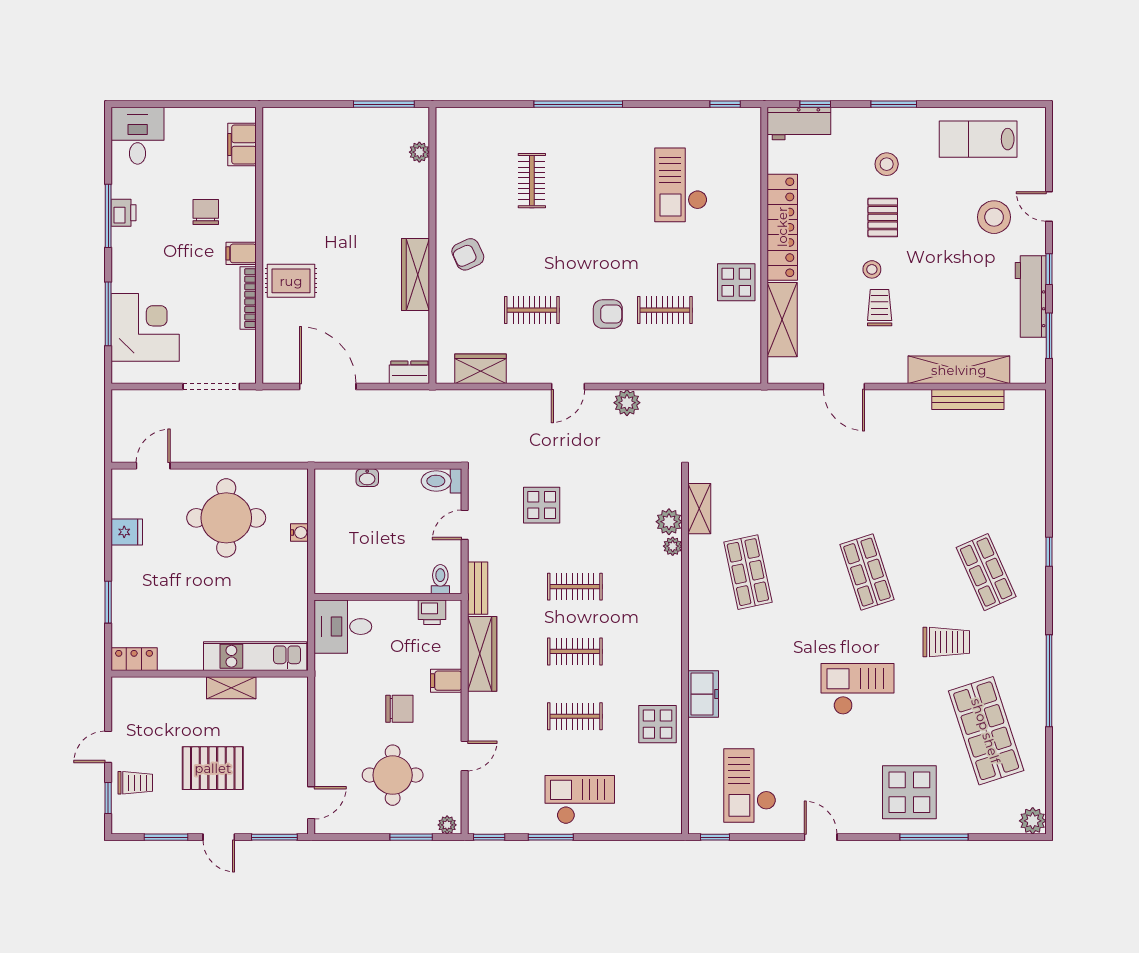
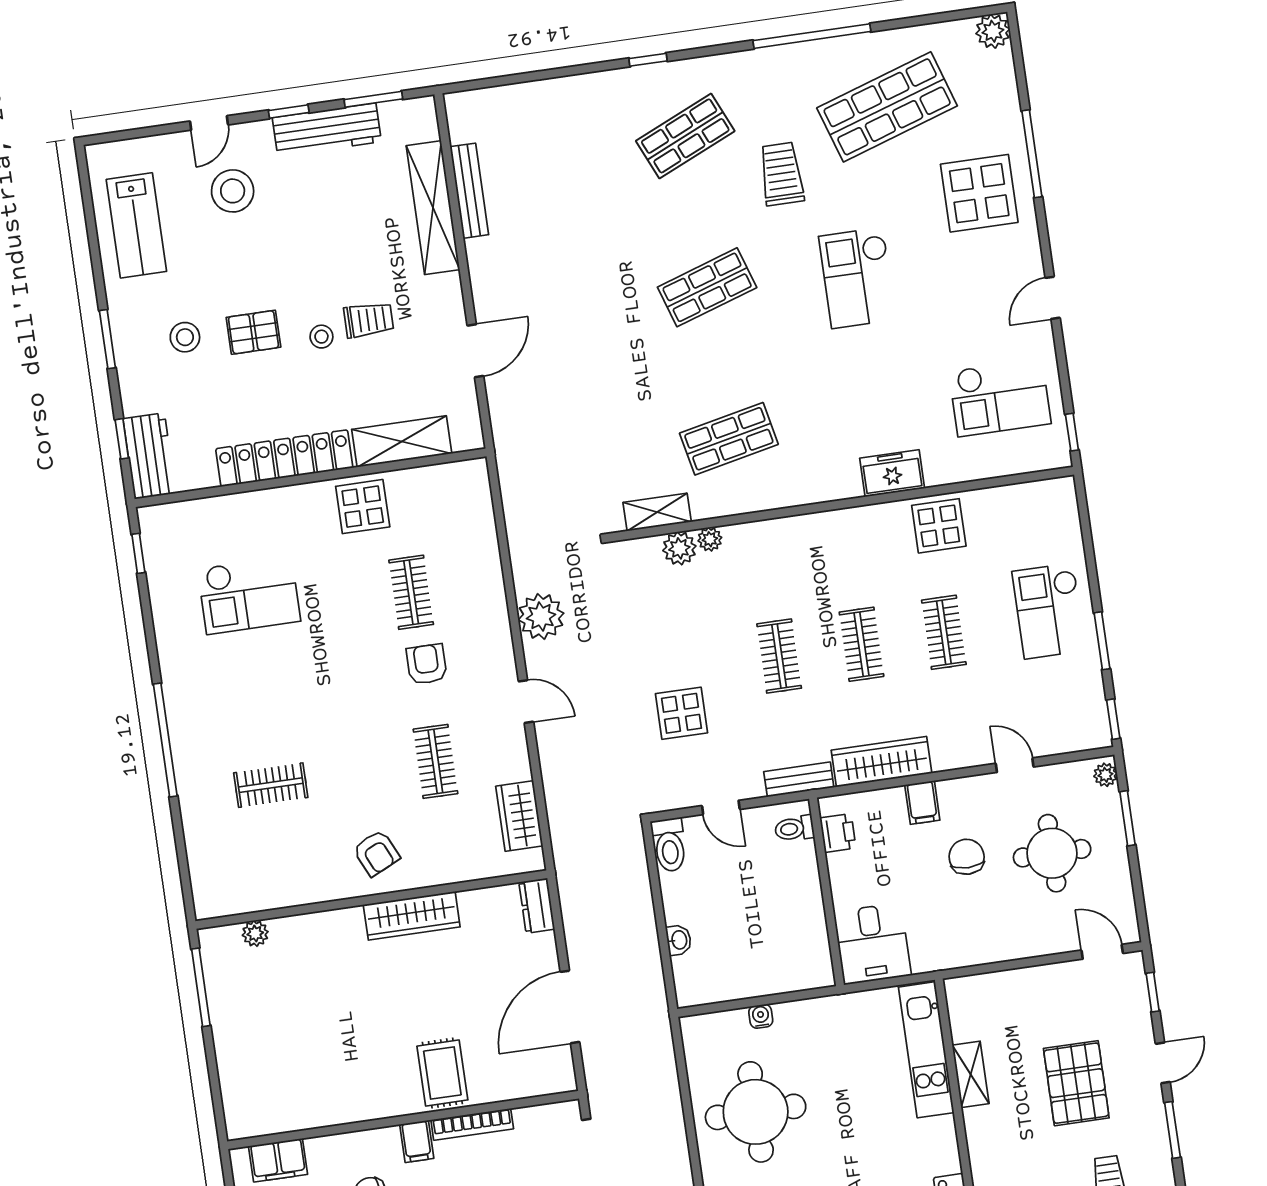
trolley: (880, 308) -> (369, 320), turned 180
plant: (627, 403) -> (541, 617), width x1.36, depth x1.36
window: (274, 837) -> (1153, 992), width x0.67

